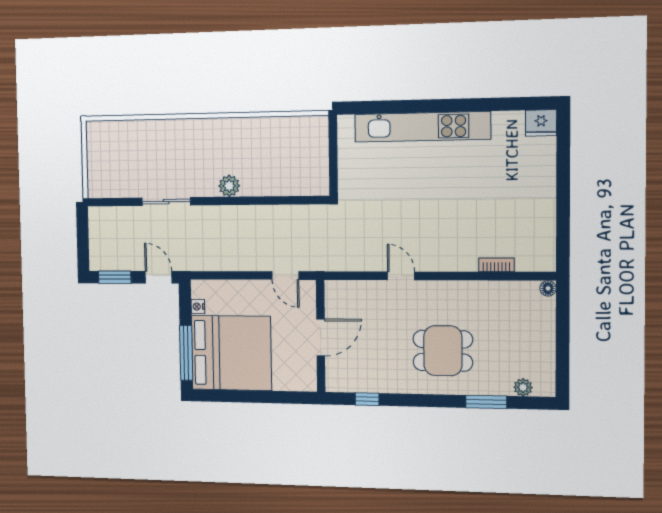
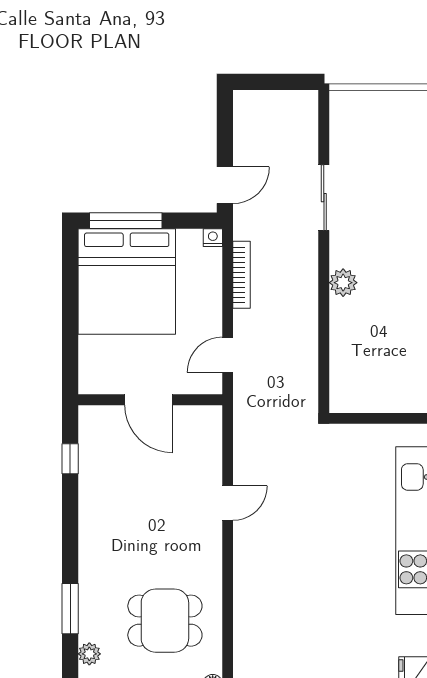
bookcase: (496, 265) -> (242, 275), moved, width x1.56
window: (115, 277) -> (225, 125), removed
nightstand: (198, 306) -> (213, 238), moved
dining table: (443, 351) -> (165, 621), moved, turned 90

